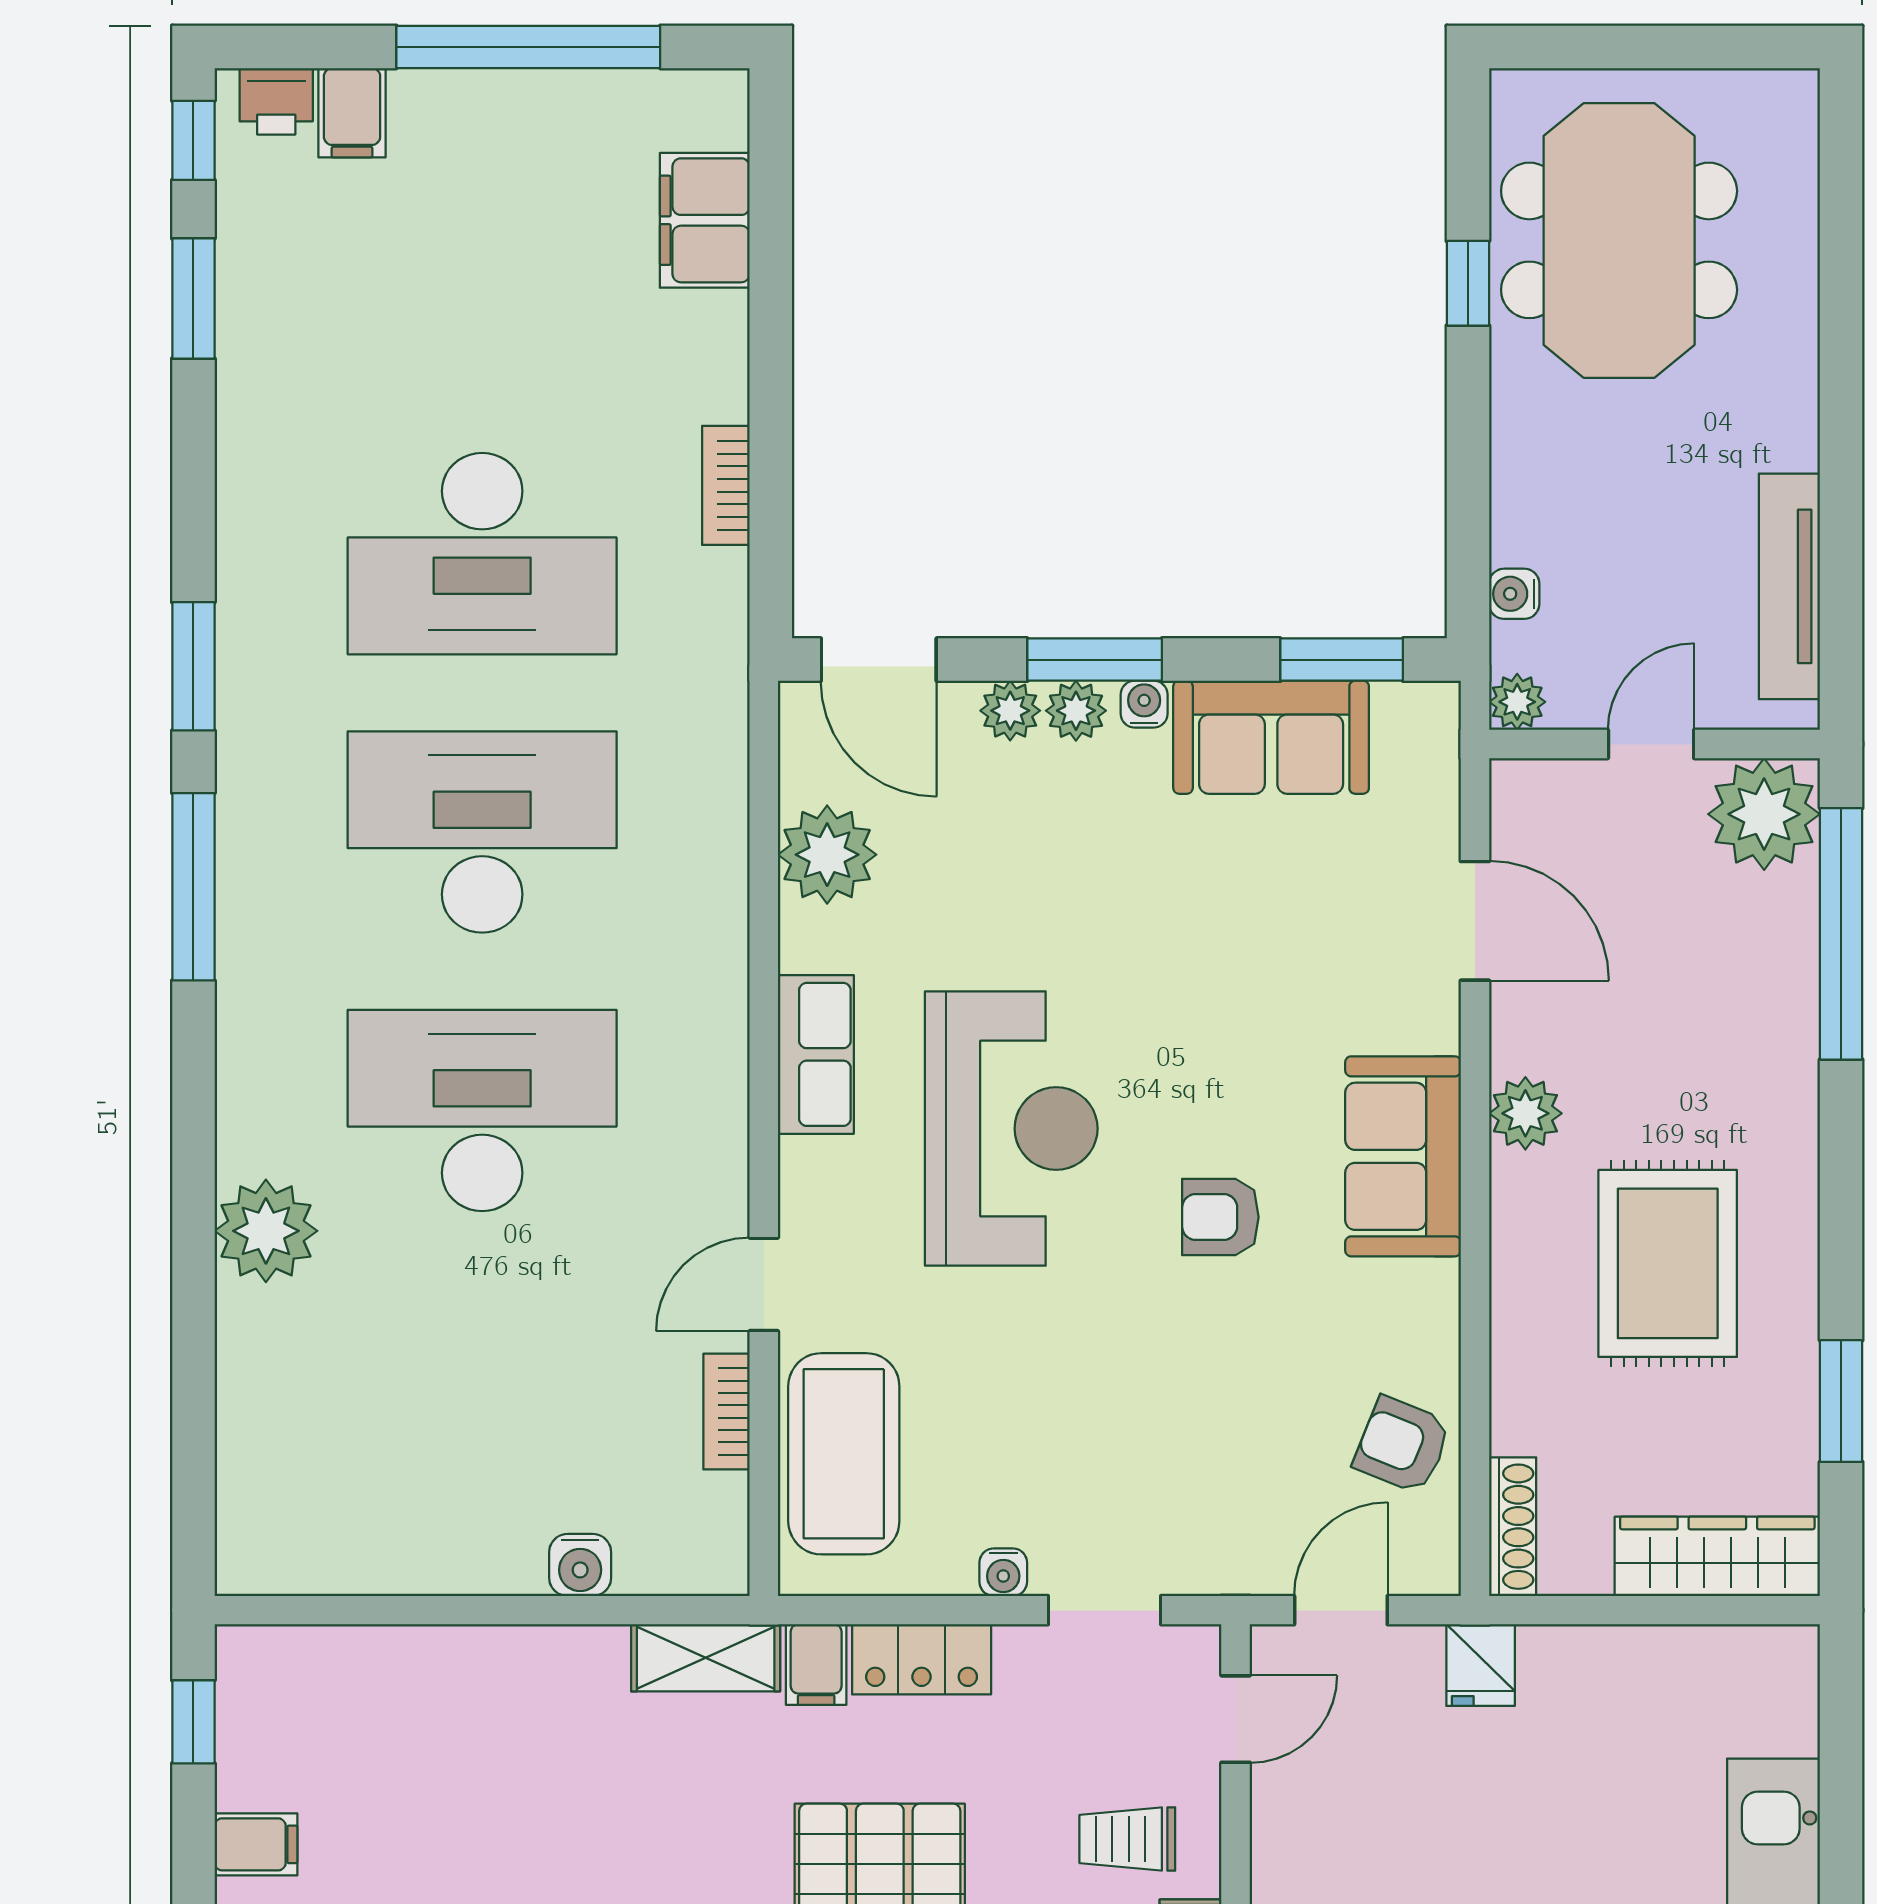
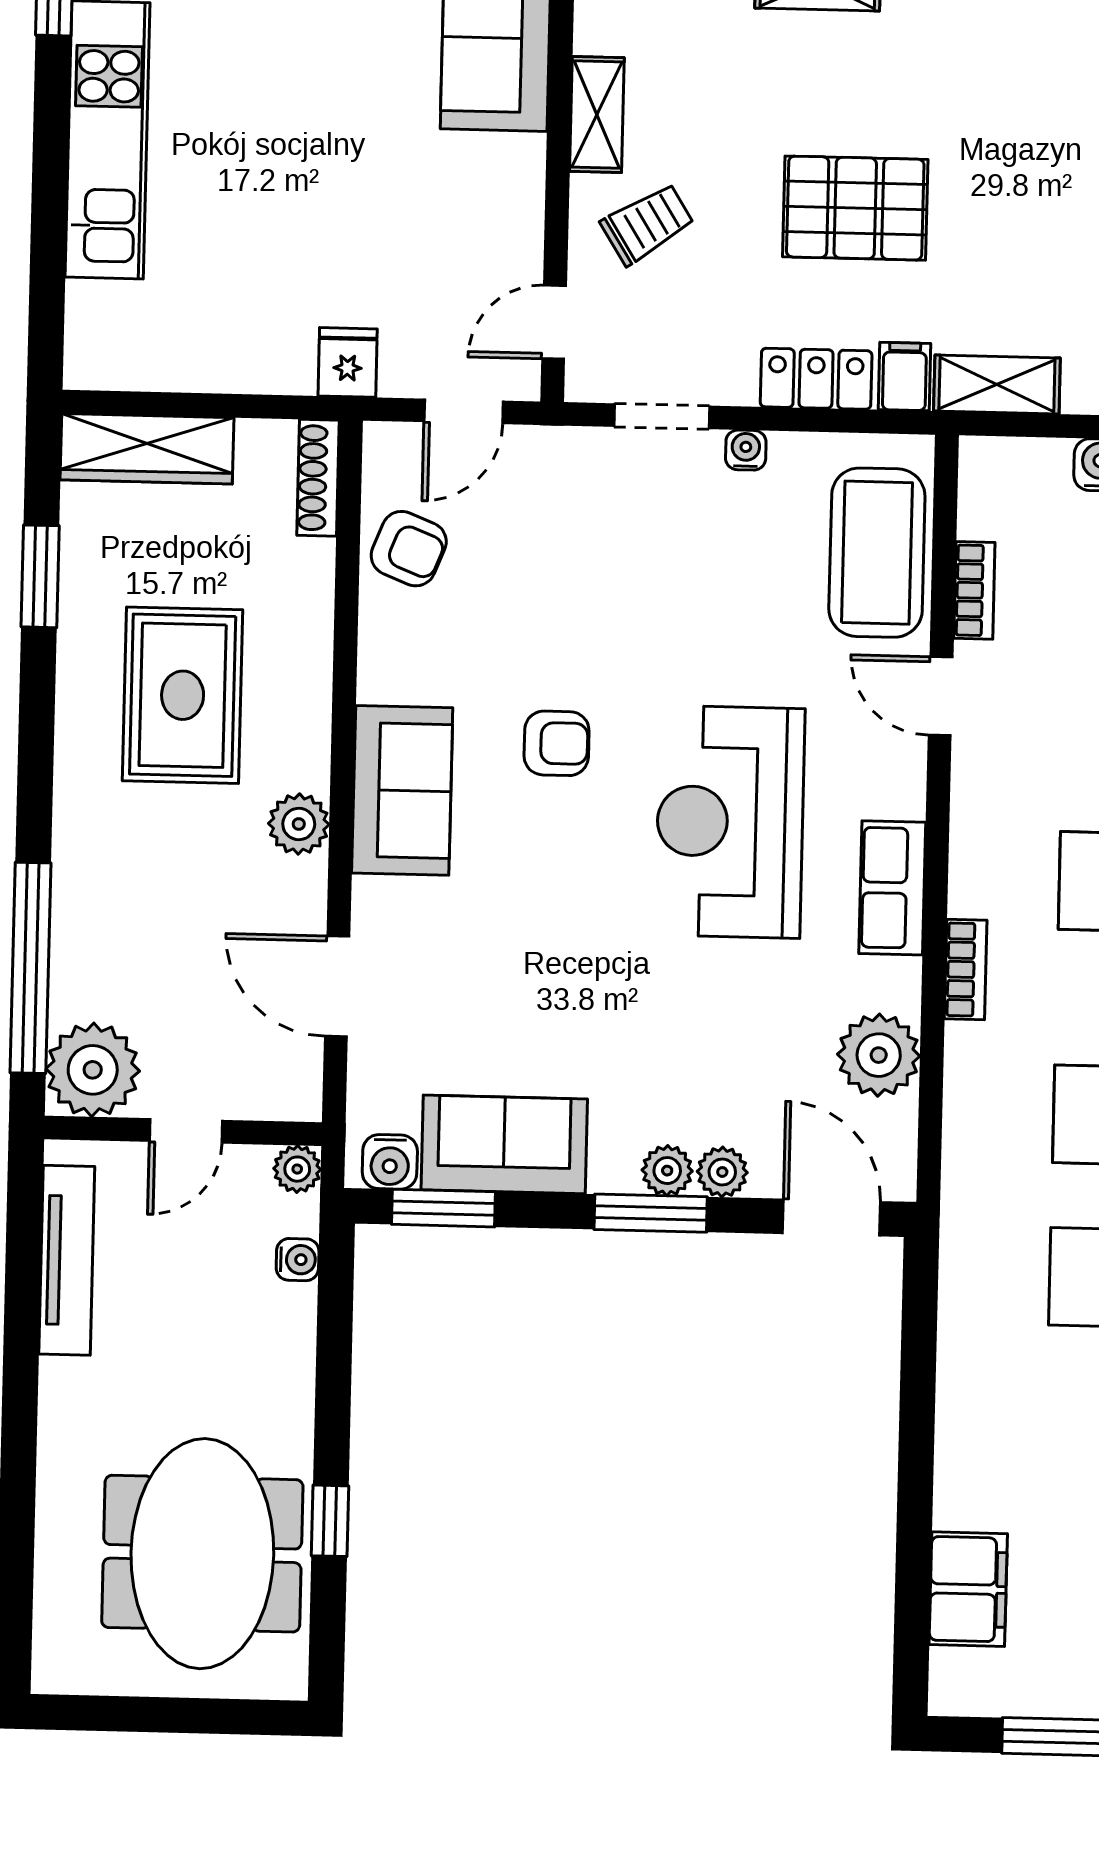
bookcase: (726, 485) -> (966, 970), moved
water cooler: (1144, 704) -> (390, 1162), moved, width x1.38, depth x1.38
door: (764, 1284) -> (941, 696), swing flipped
trolley: (1127, 1839) -> (647, 224), turned -32

